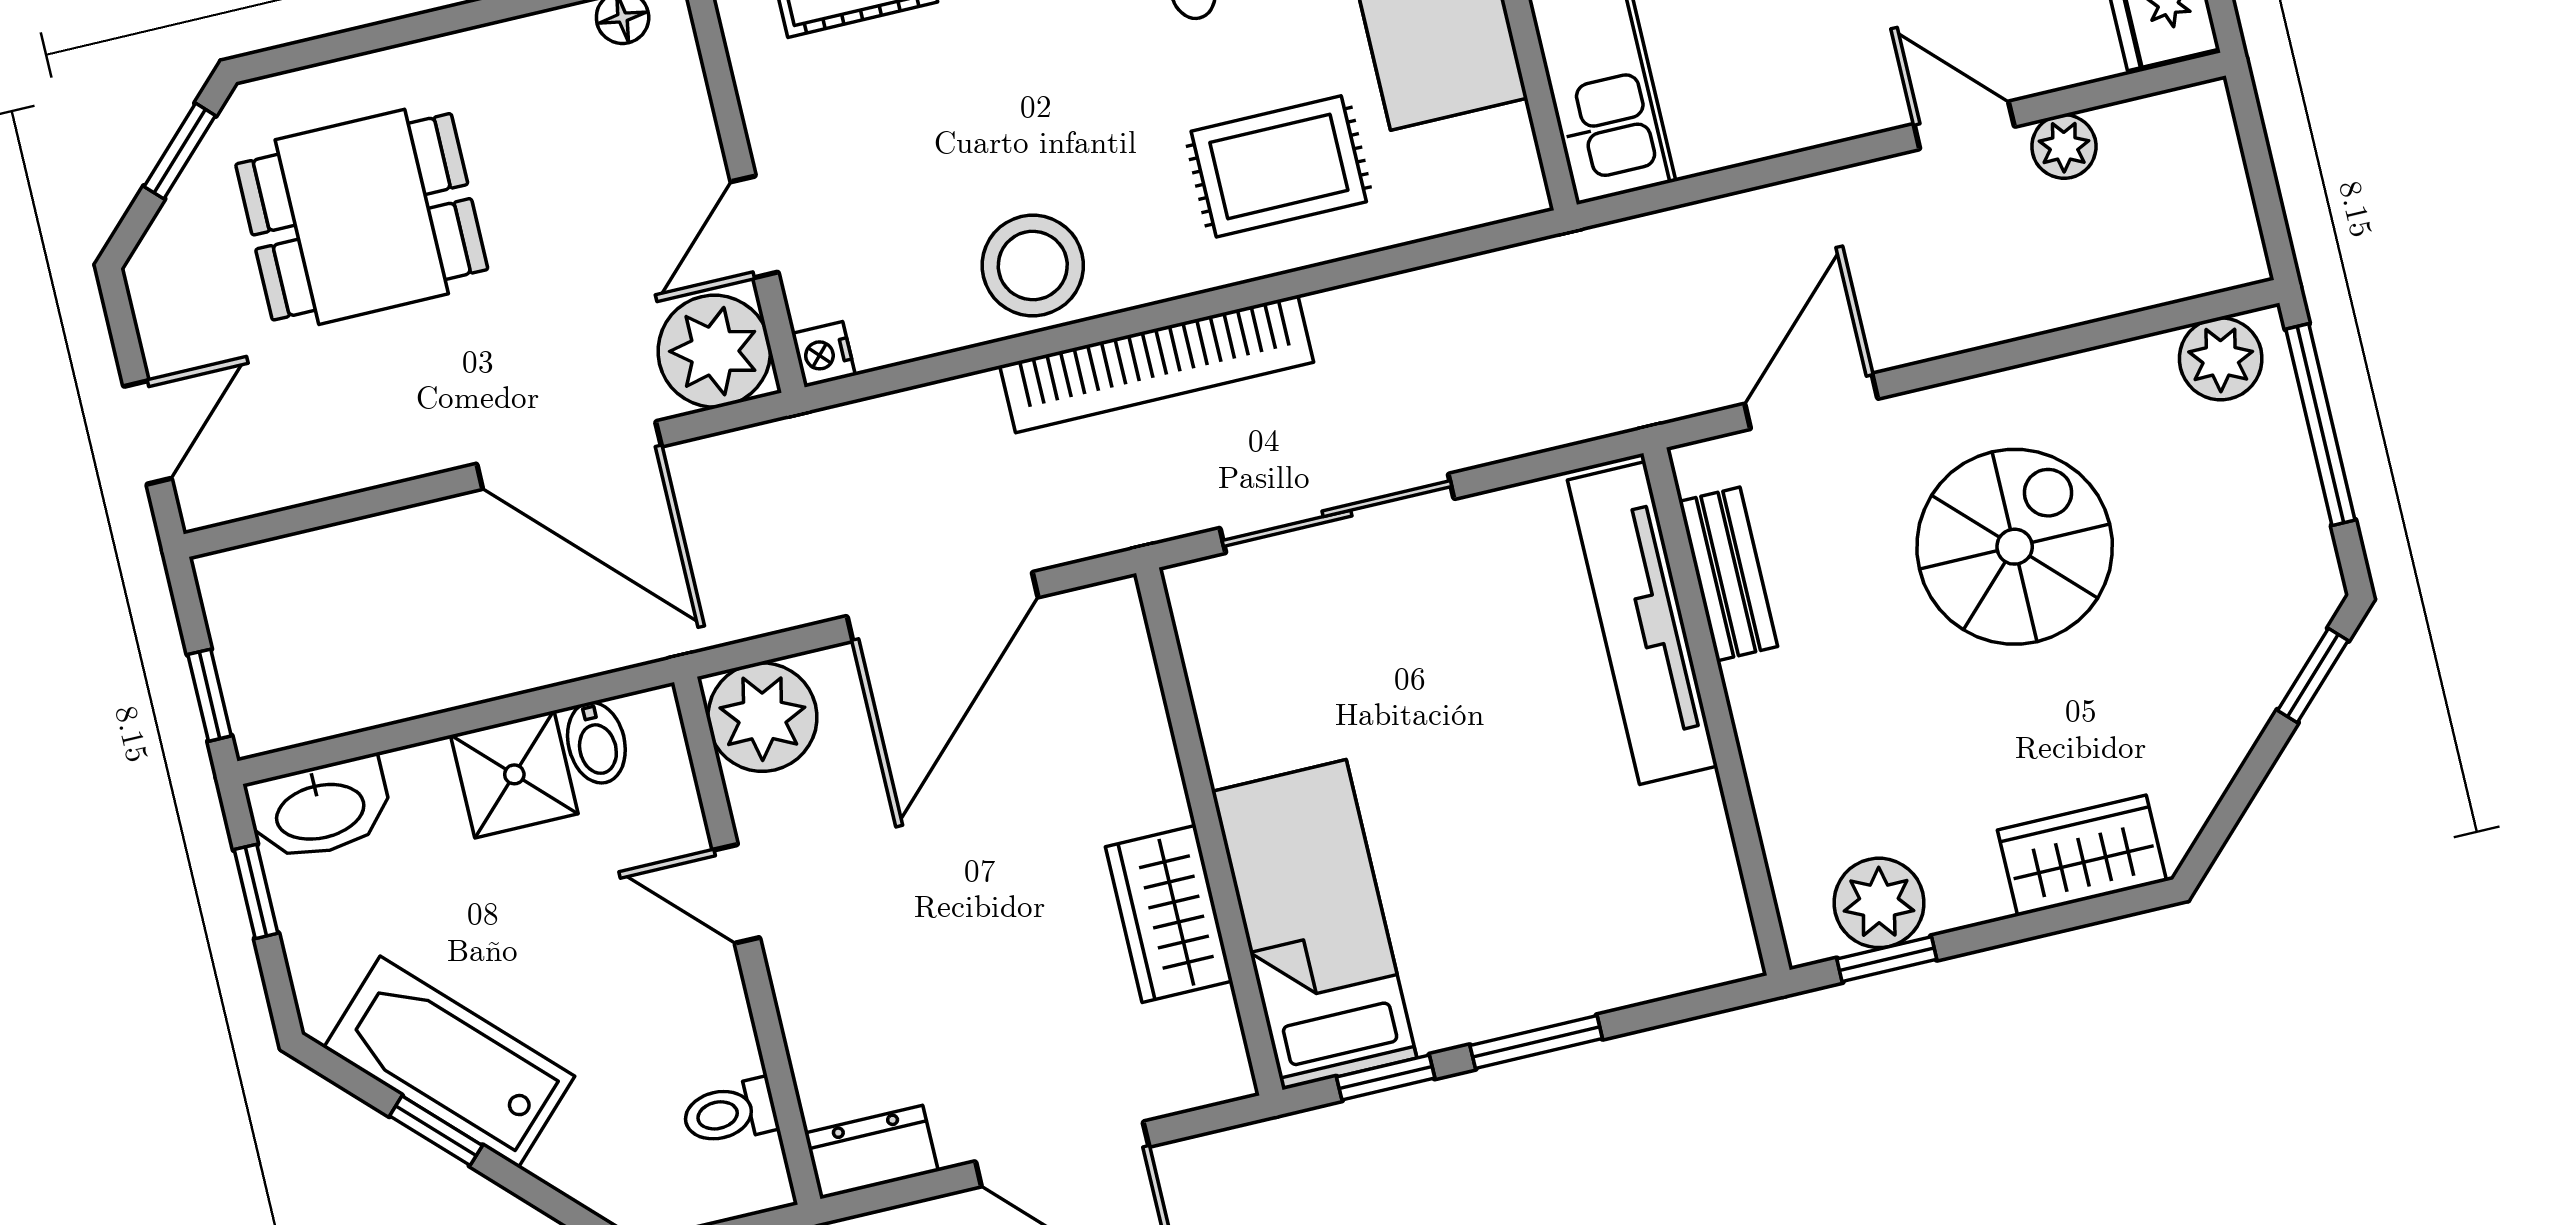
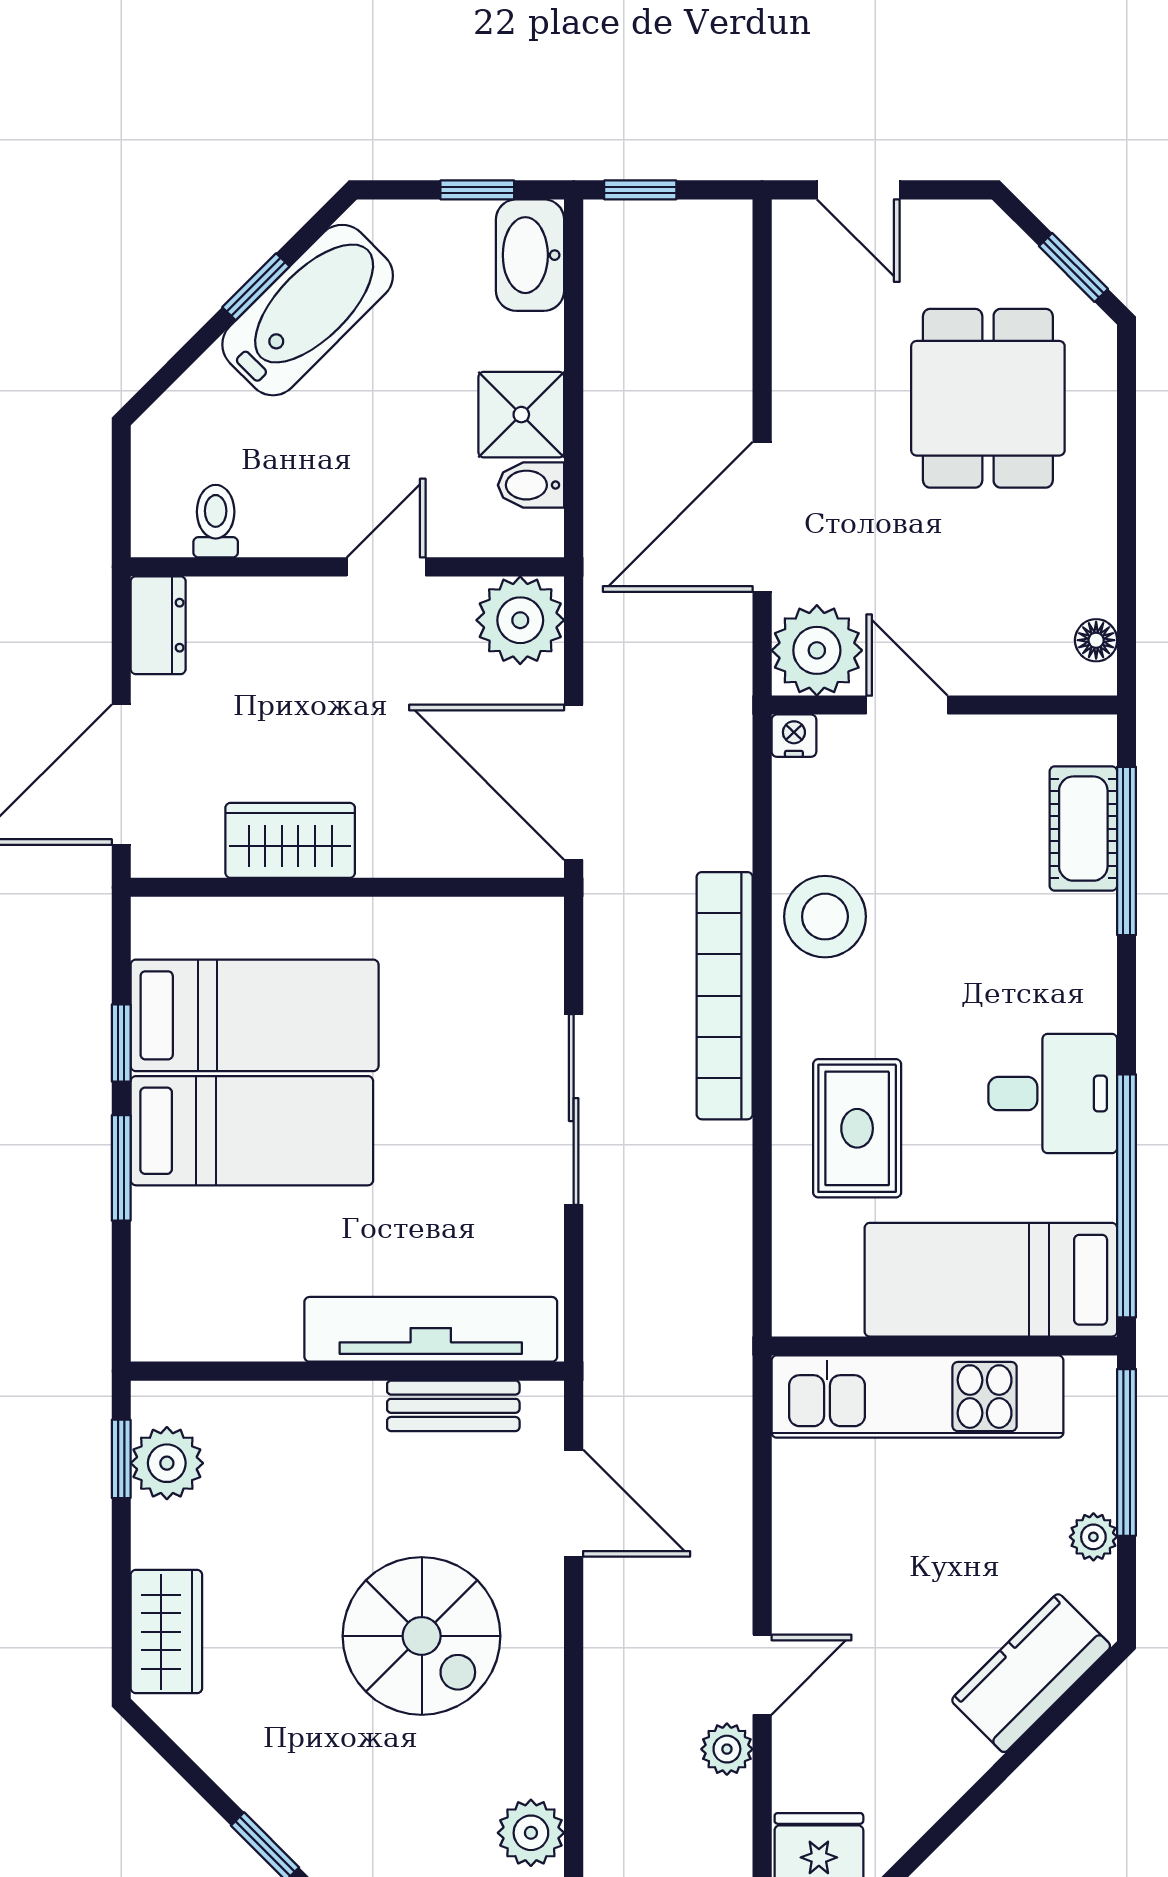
wall: (1209, 831) -> (347, 887), moved
bed: (1454, 895) -> (252, 1131), added
wardrobe: (1169, 914) -> (290, 840), moved

